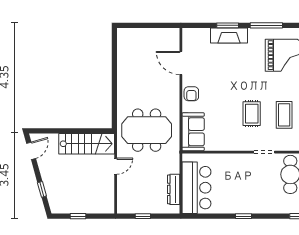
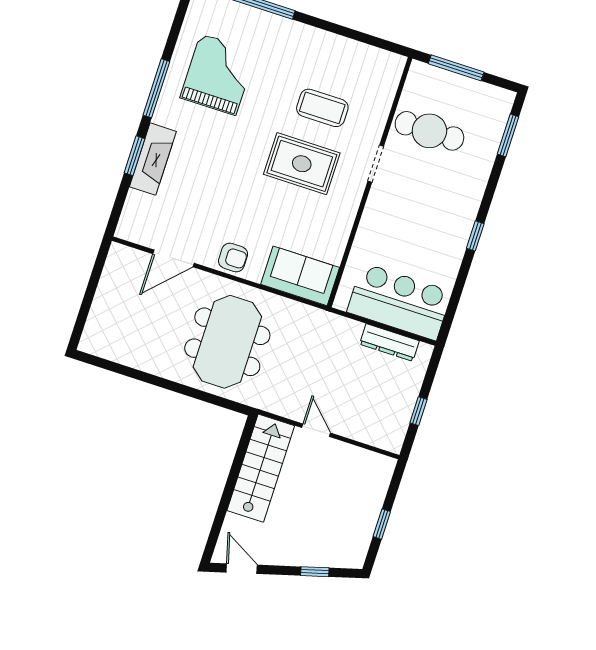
rug: (252, 114) -> (302, 164), width x1.36, depth x1.43
meeting table: (147, 130) -> (227, 342), moved

